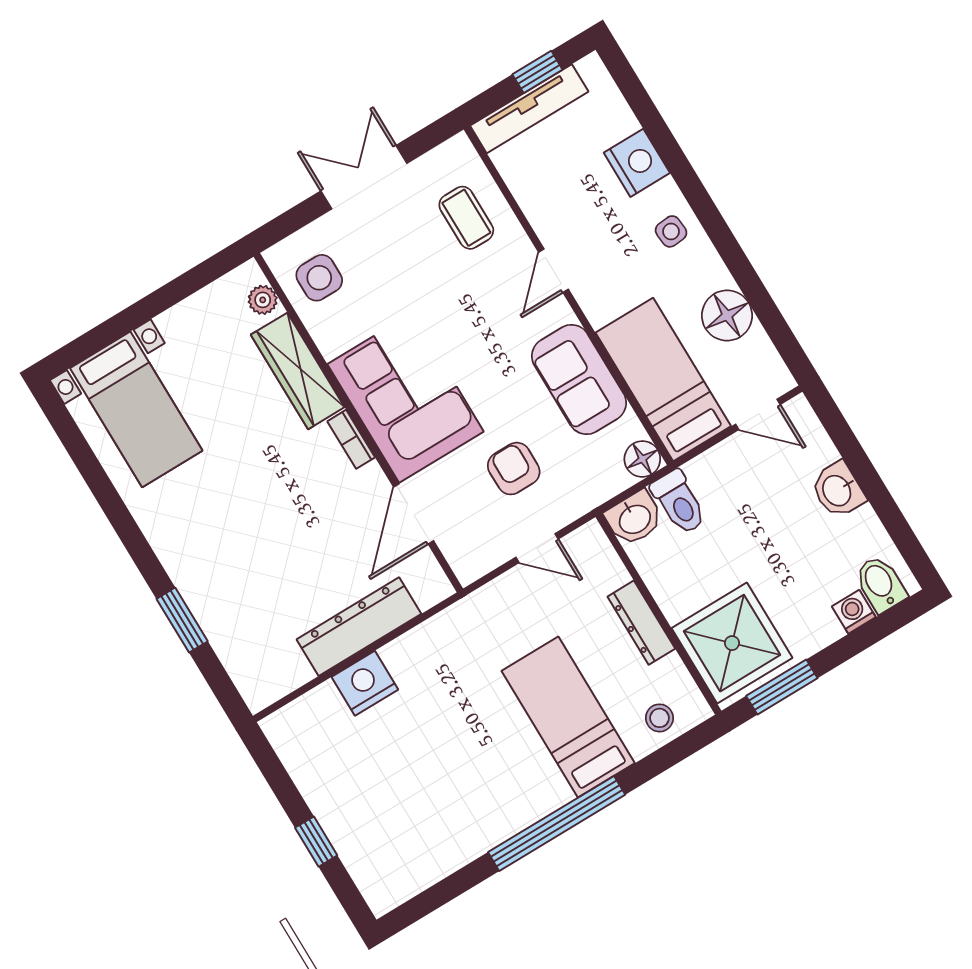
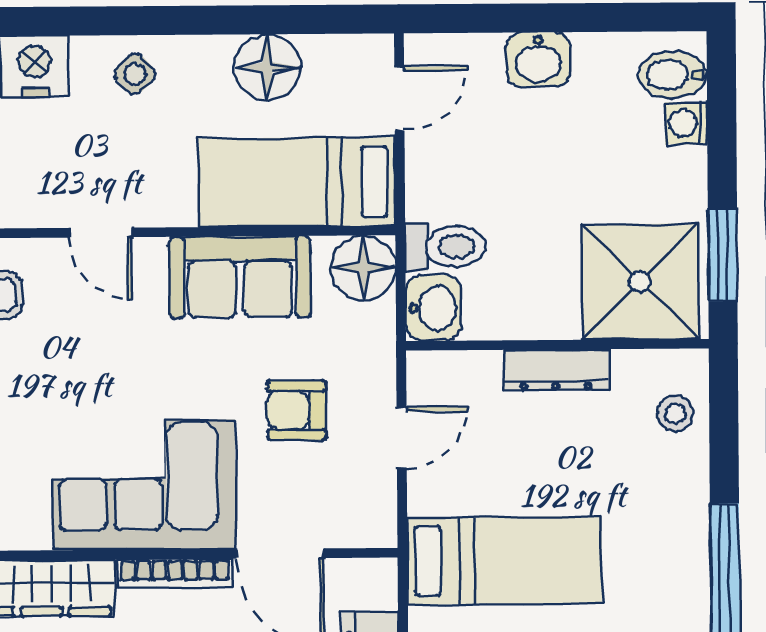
side table: (671, 231) -> (135, 74), turned -38
bookcase: (351, 439) -> (175, 574), width x1.56
floor lamp: (642, 459) -> (363, 268), width x1.38, depth x1.38
bed: (568, 717) -> (504, 561), moved, turned 180

